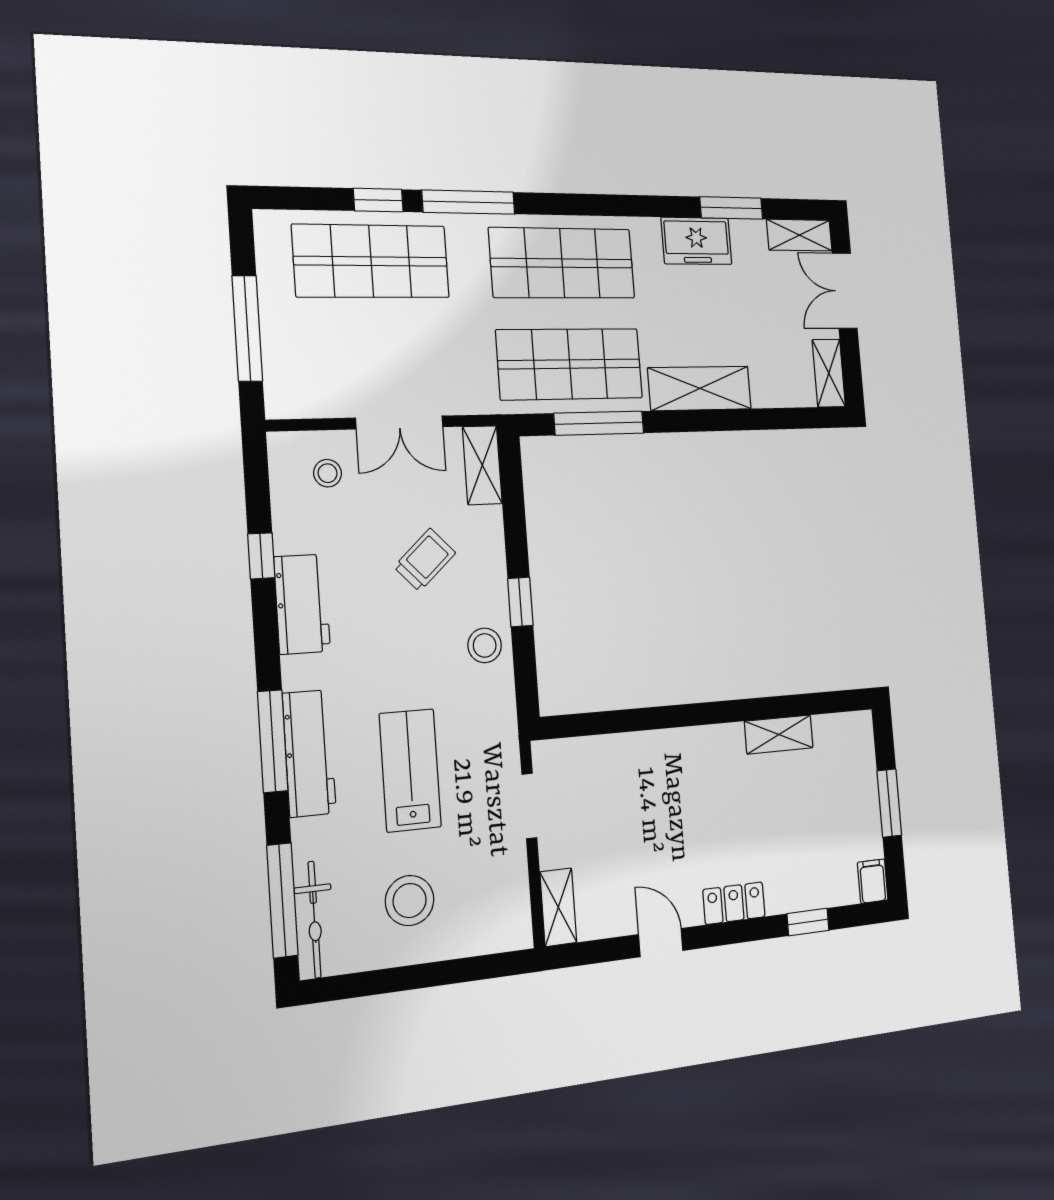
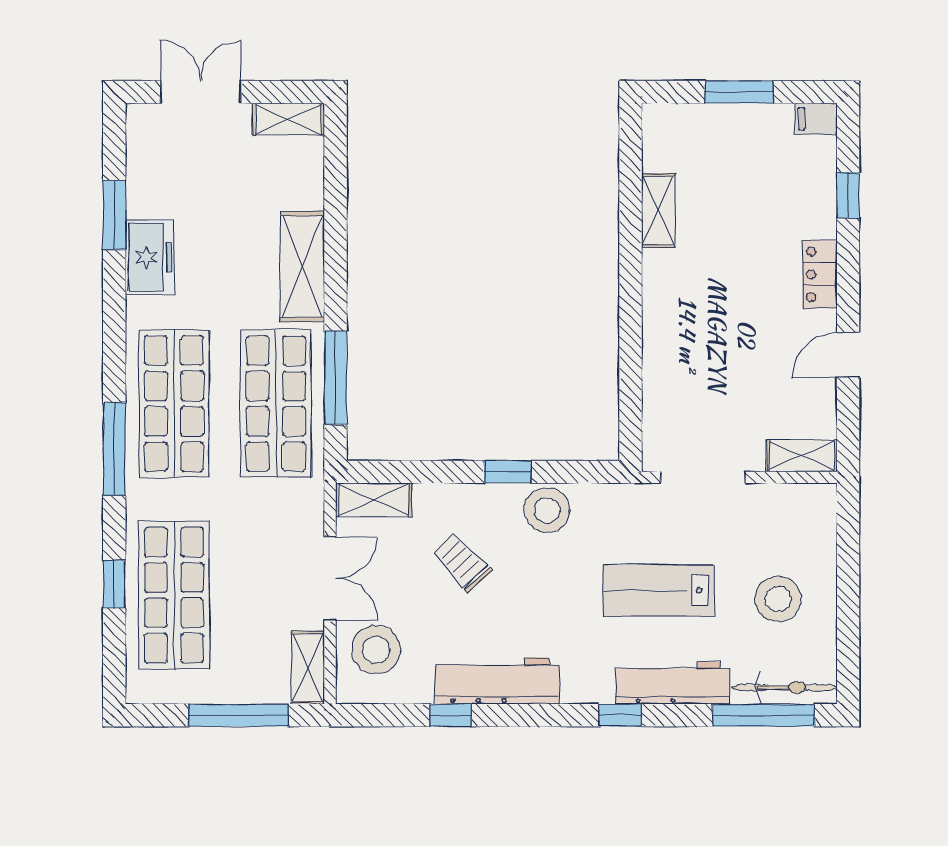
window: (469, 202) -> (114, 449), moved
shelving: (799, 235) -> (308, 668), moved
double door: (845, 291) -> (201, 92), swing flipped
stool: (328, 473) -> (376, 650), width x1.89, depth x1.89
workbench: (302, 604) -> (497, 681), width x1.37
stool: (485, 645) -> (547, 510), width x1.38, depth x1.38
window: (273, 741) -> (620, 715), width x0.46
workbench: (309, 753) -> (673, 683), moved
doorway: (529, 806) -> (703, 477), width x1.38

